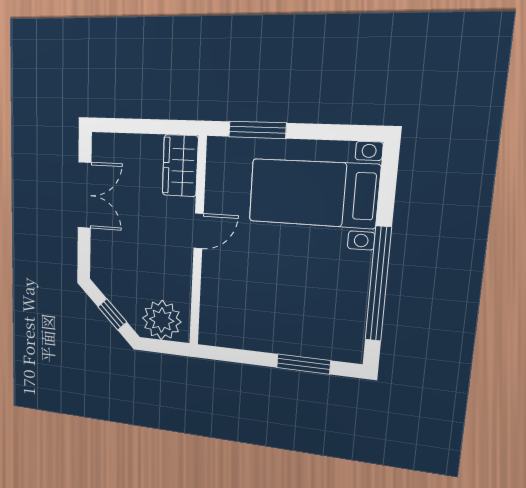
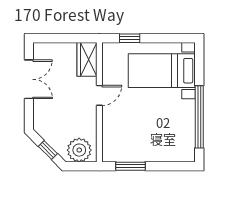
window: (257, 130) -> (130, 38), width x0.67
window: (303, 364) -> (130, 166), moved

